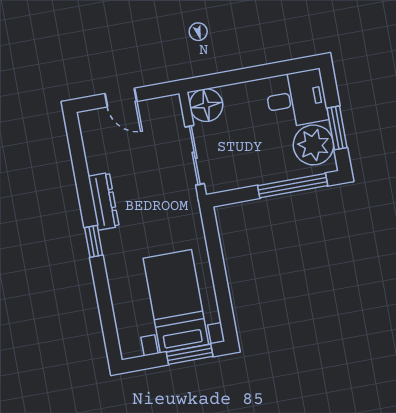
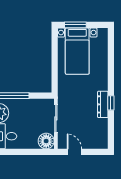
door: (121, 98) -> (74, 152), moved
window: (94, 241) -> (111, 103), moved

